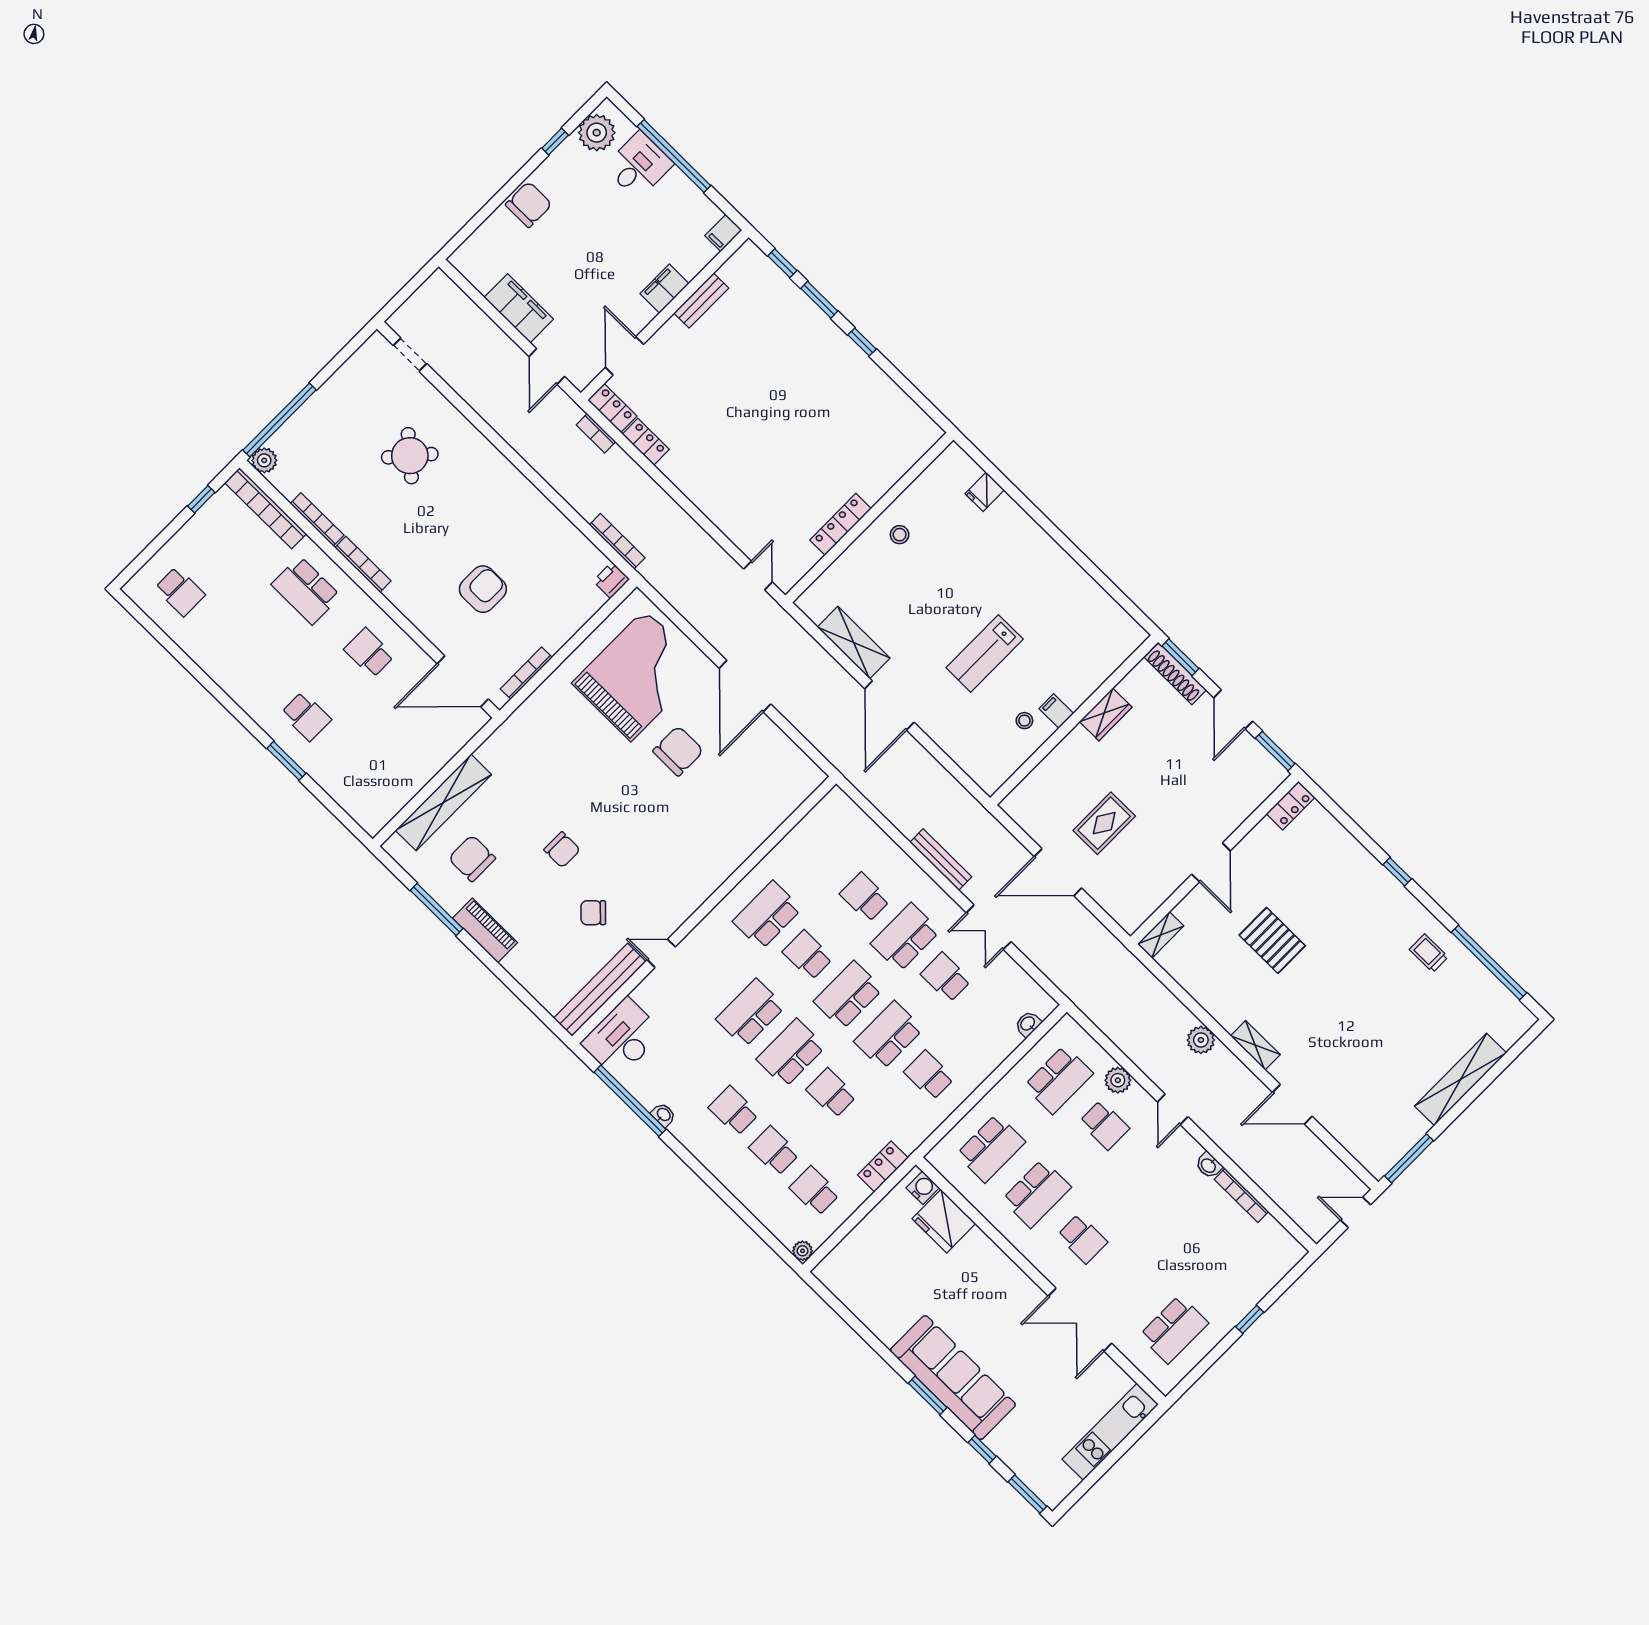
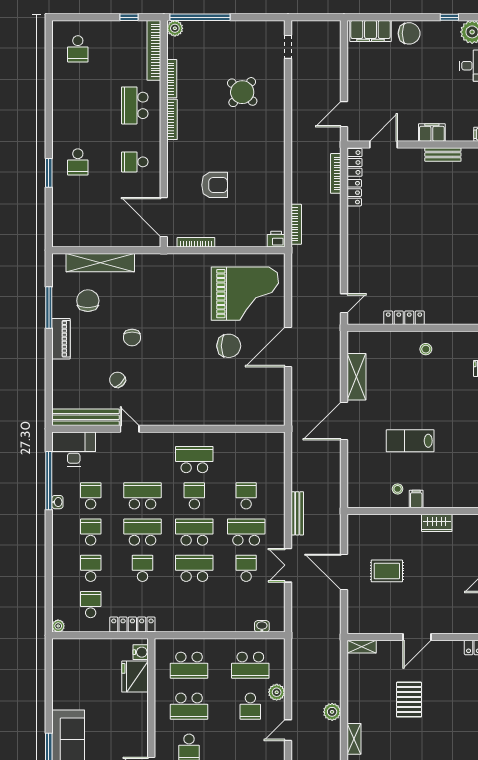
filing cabinet: (519, 308) -> (371, 31), moved, turned 90
bookcase: (596, 433) -> (336, 173), width x1.56
school desk: (369, 653) -> (135, 162), turned -90
school desk: (929, 1075) -> (91, 496), moved
locker: (883, 1166) -> (132, 625), width x1.53

